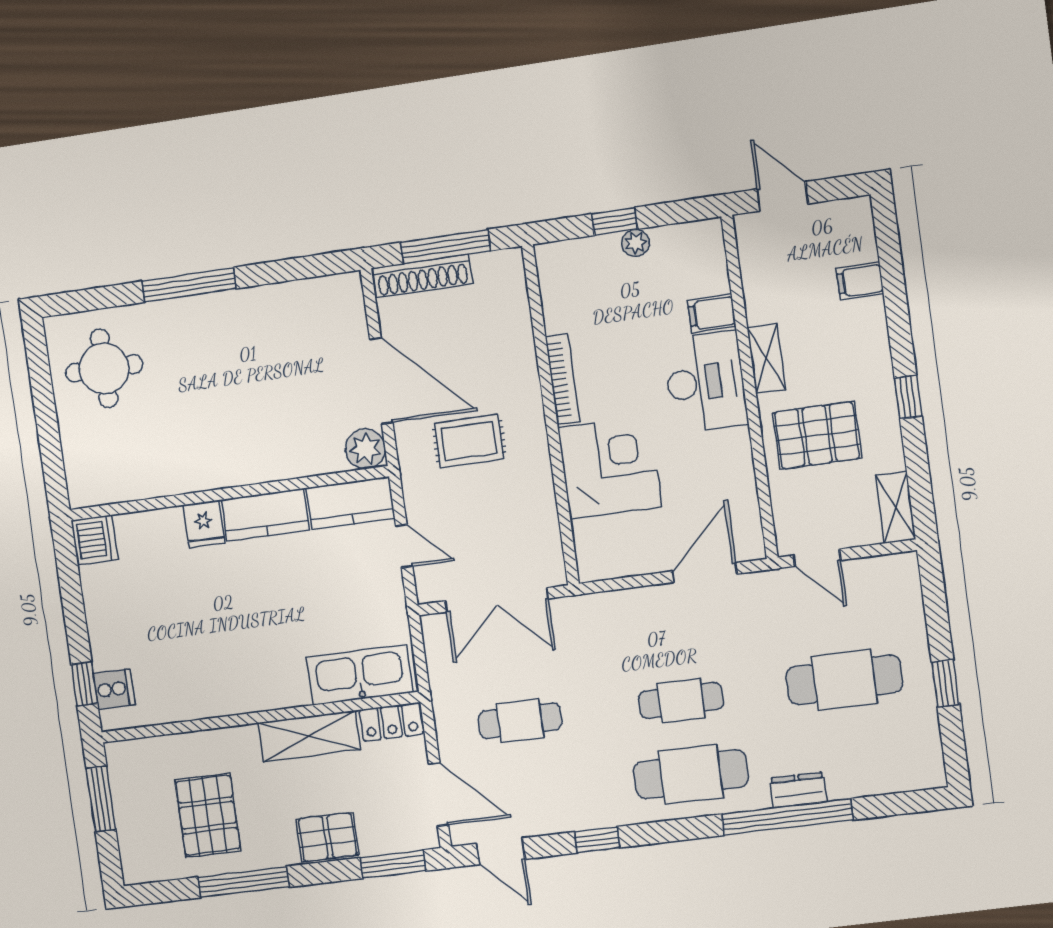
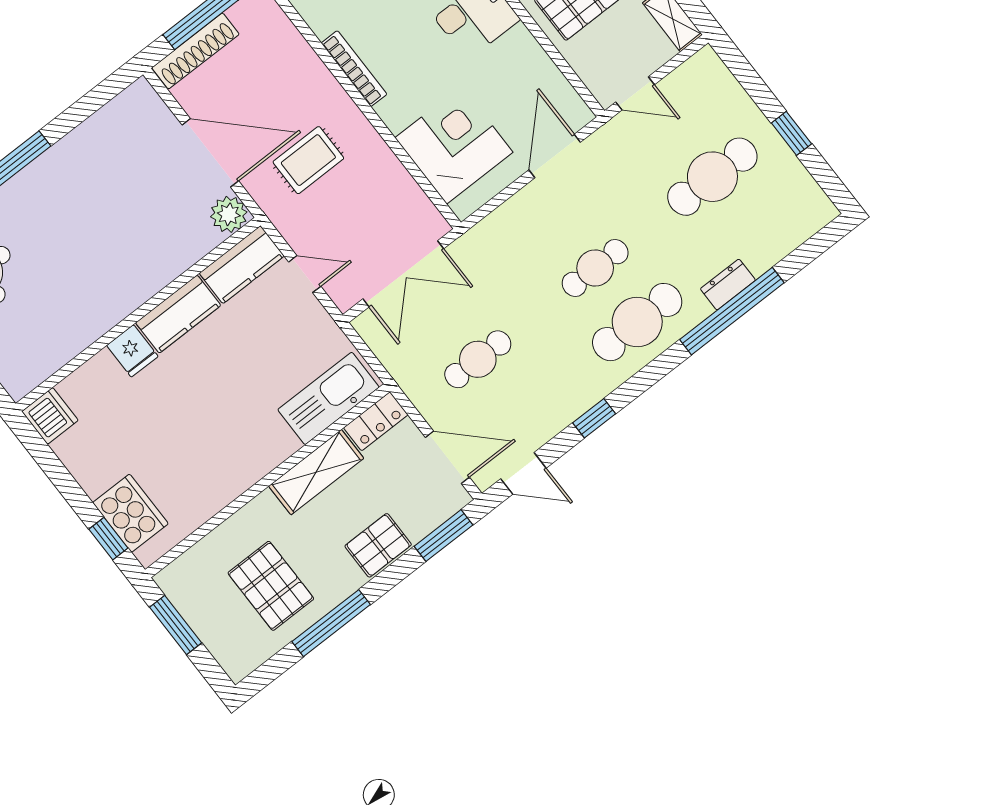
corner desk: (610, 467) -> (454, 145), moved
cooker: (114, 689) -> (130, 513), width x1.87, depth x1.31

